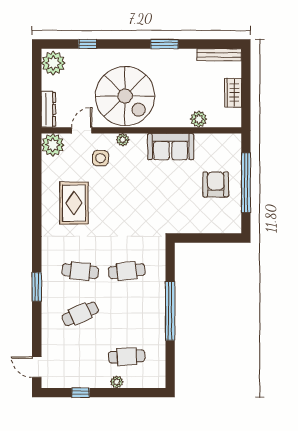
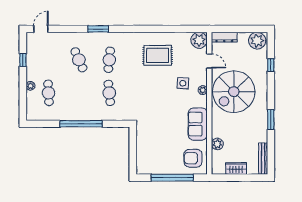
side table: (101, 158) -> (183, 83), moved
armchair: (216, 184) -> (193, 158), moved, turned 180

